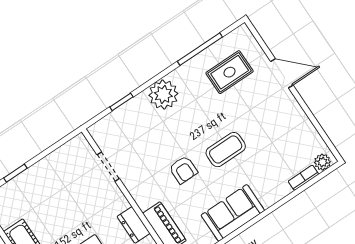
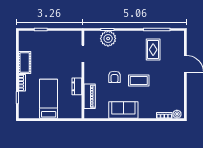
rug: (230, 72) -> (153, 50), moved, turned 90
plant: (163, 94) -> (108, 38), moved

